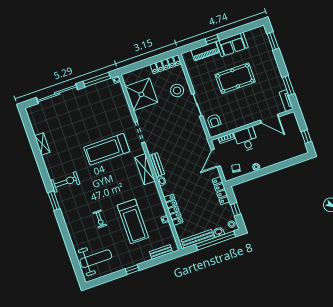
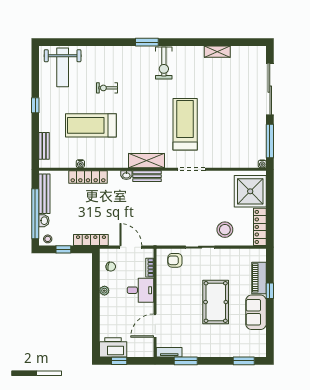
shower: (141, 94) -> (250, 191), moved
printer: (297, 145) -> (113, 347), added

